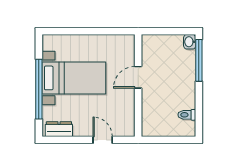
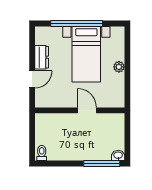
plant: (88, 41) -> (119, 67), added
toilet: (187, 115) -> (42, 153), moved
dresser: (59, 129) -> (42, 57), moved

